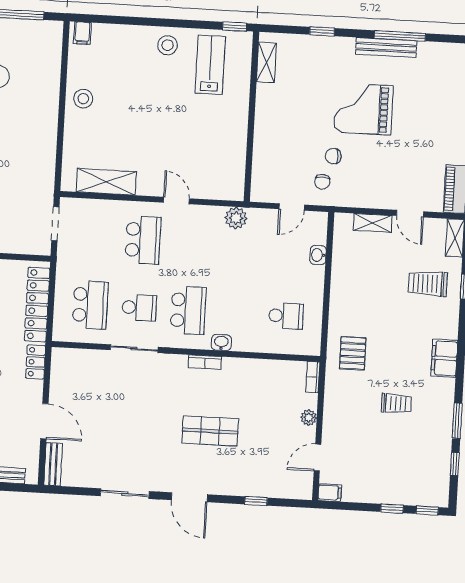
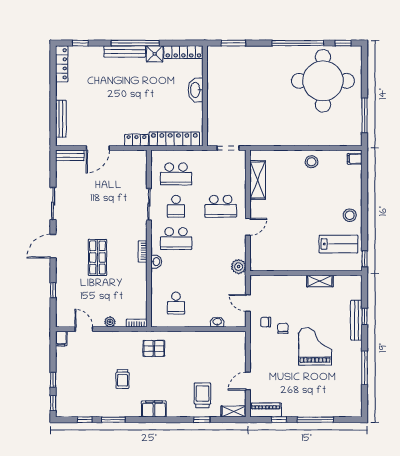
bench: (386, 47) -> (356, 320), moved
shelving: (266, 62) -> (320, 281), moved
shelving: (373, 223) -> (240, 357), removed

